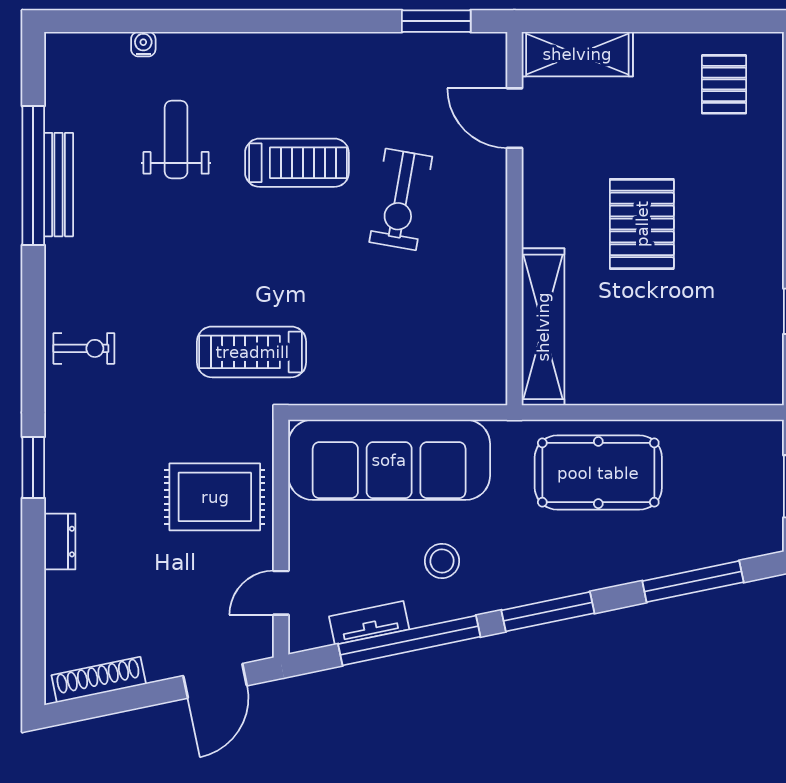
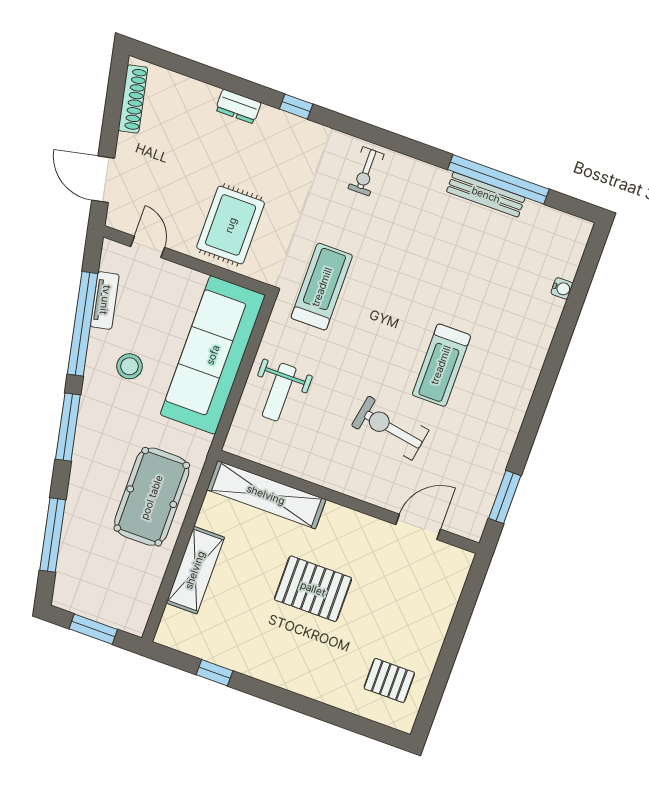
shelving: (577, 54) -> (195, 570), moved
weight bench: (176, 139) -> (279, 392), moved, turned 90
window: (33, 467) -> (296, 107), width x0.67

